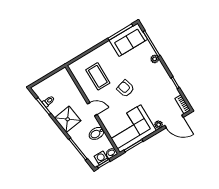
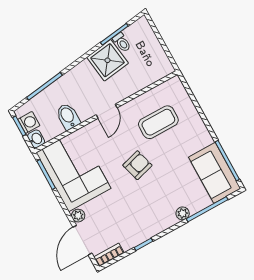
shower: (68, 119) -> (108, 60), moved

